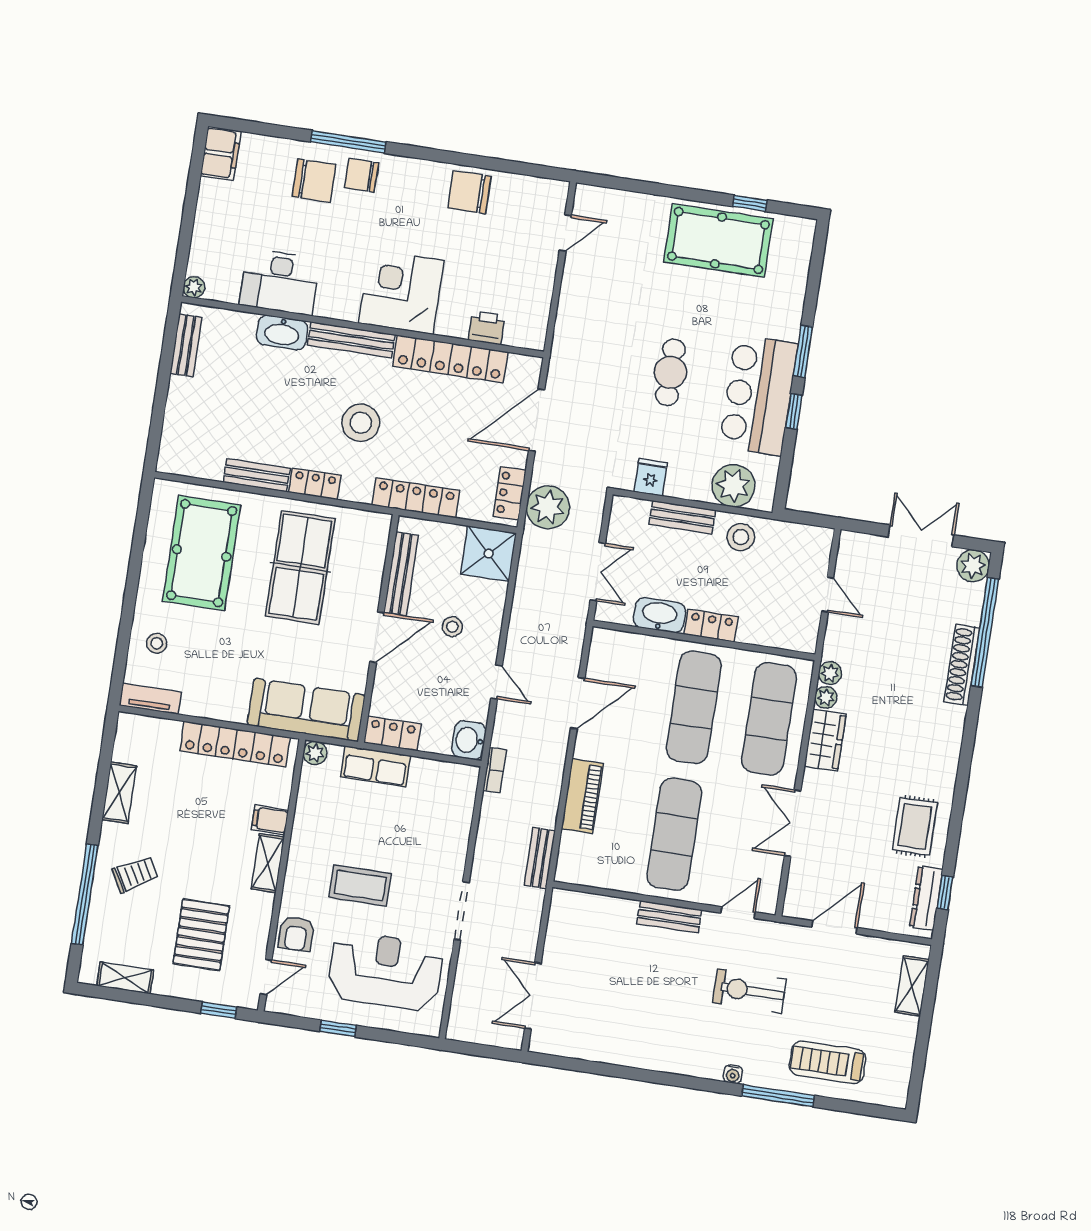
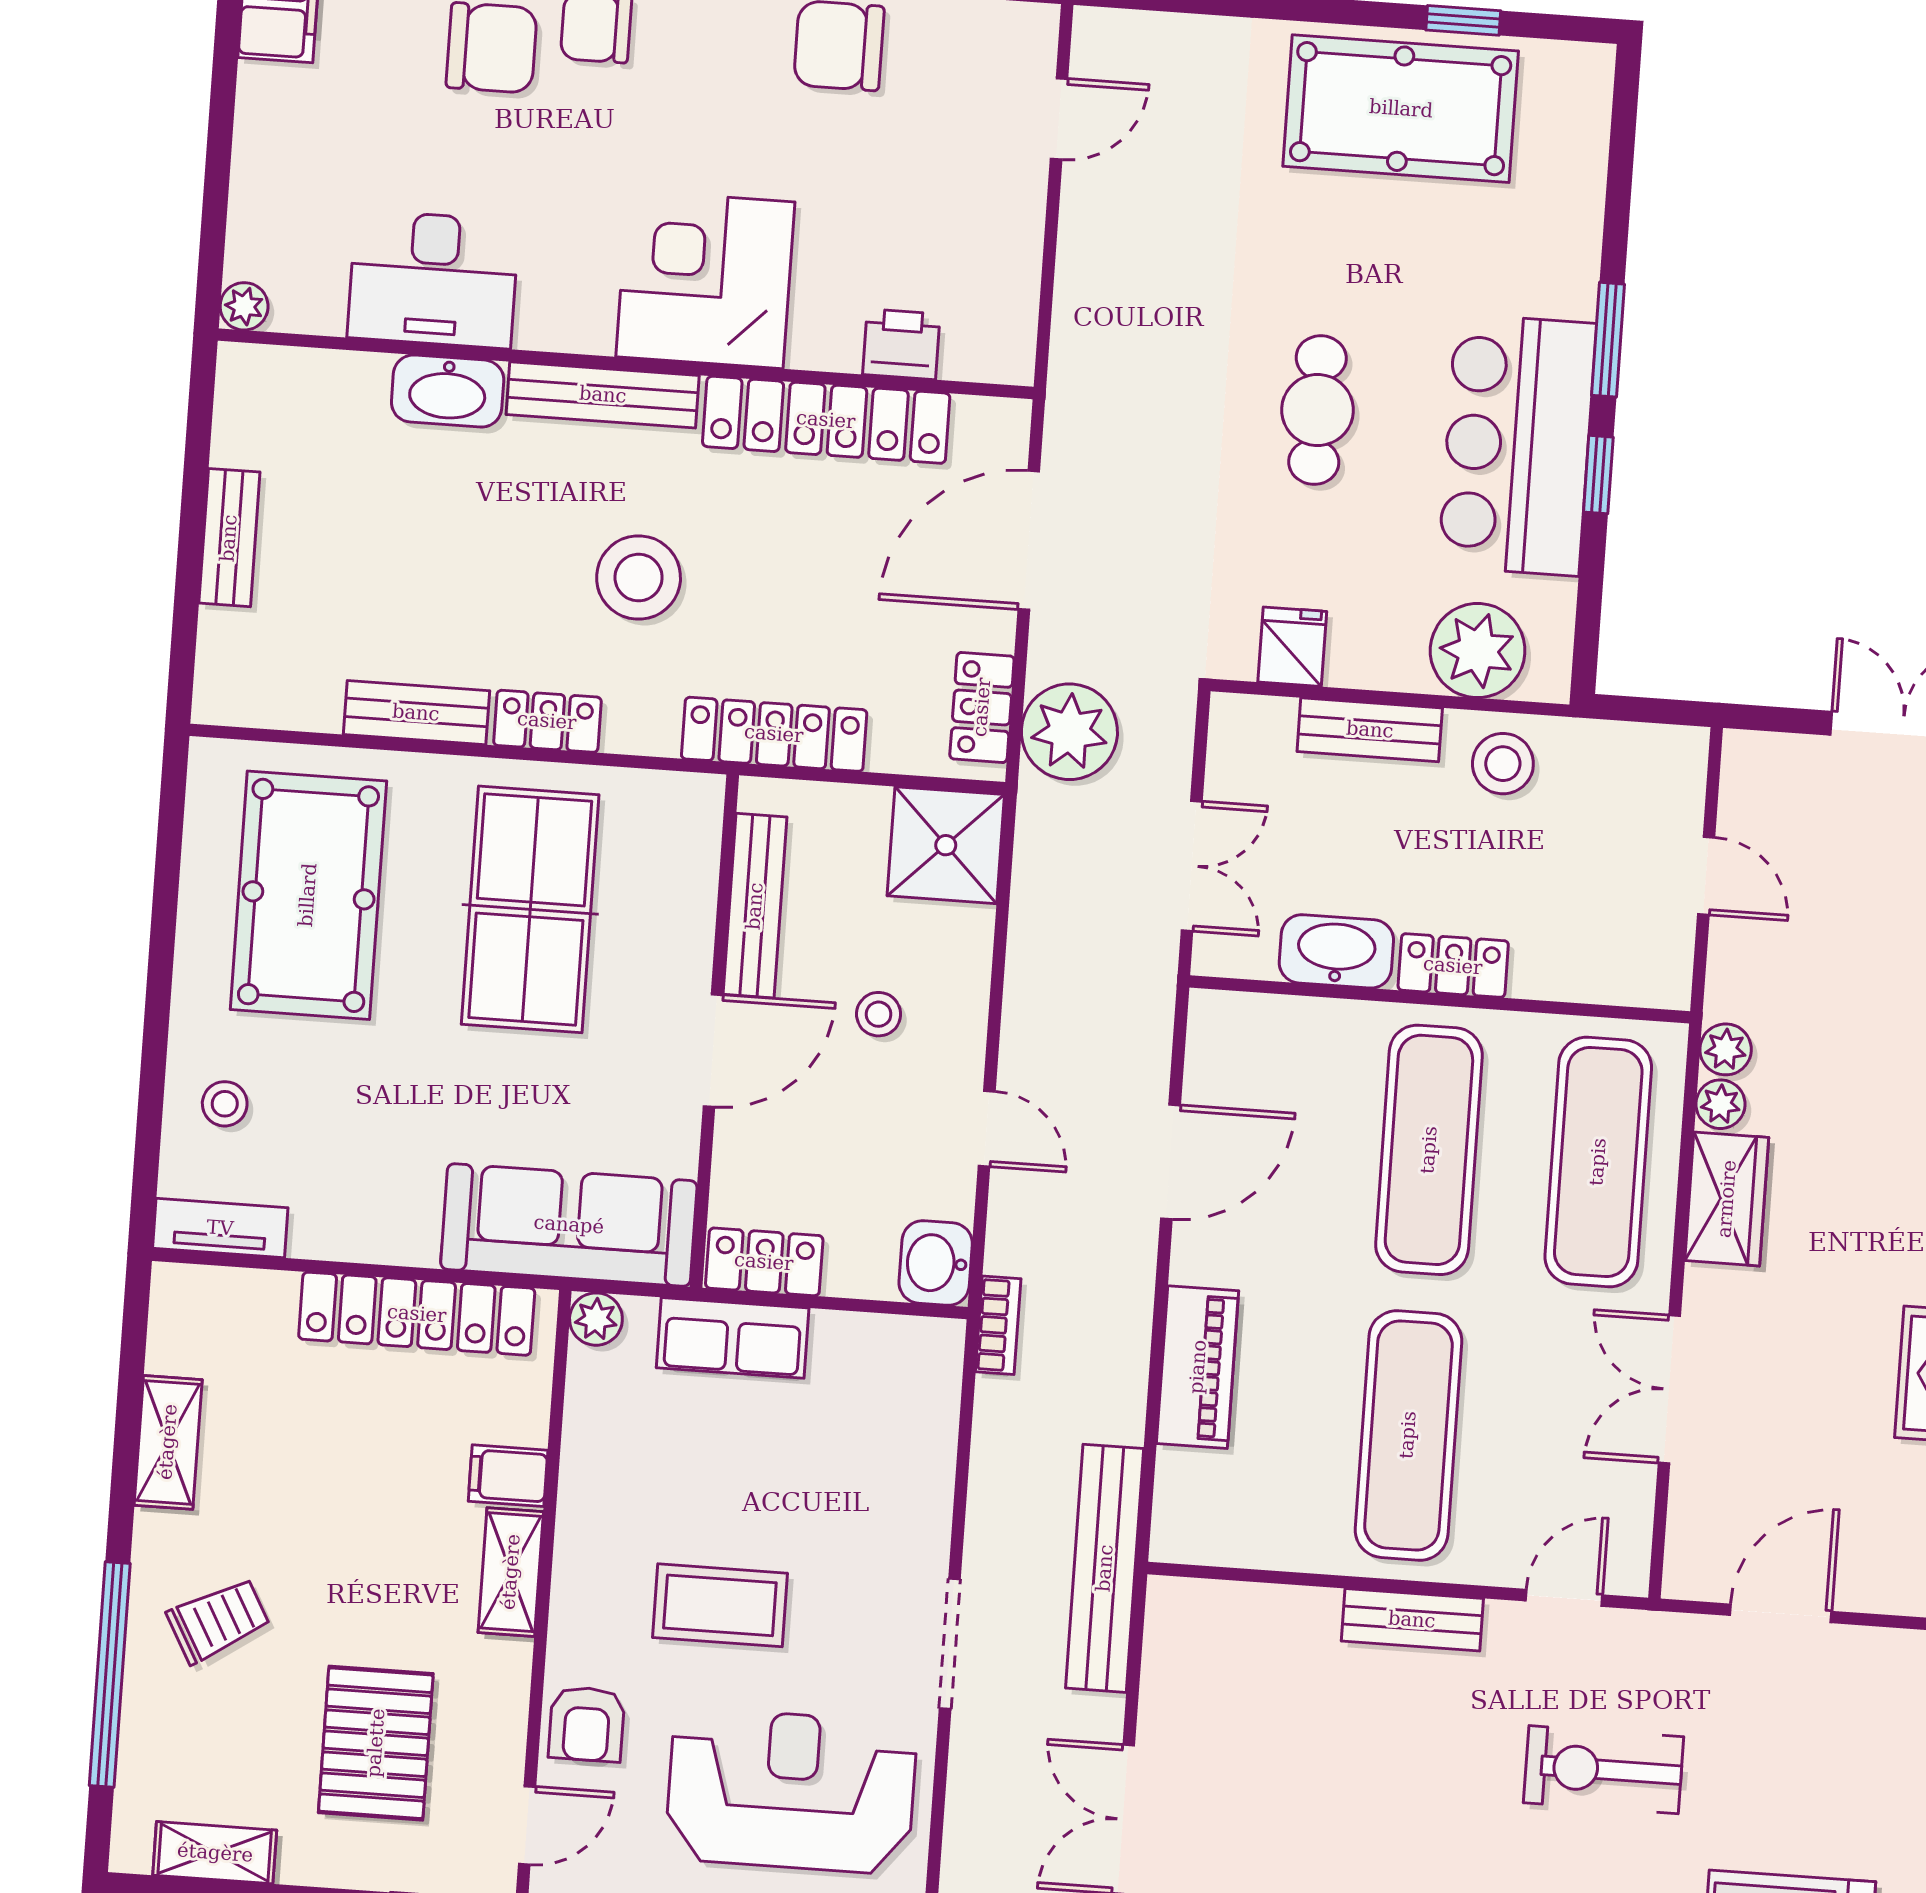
bench: (186, 345) -> (229, 538), moved
bench: (540, 858) -> (1105, 1568), width x1.86, depth x1.21

